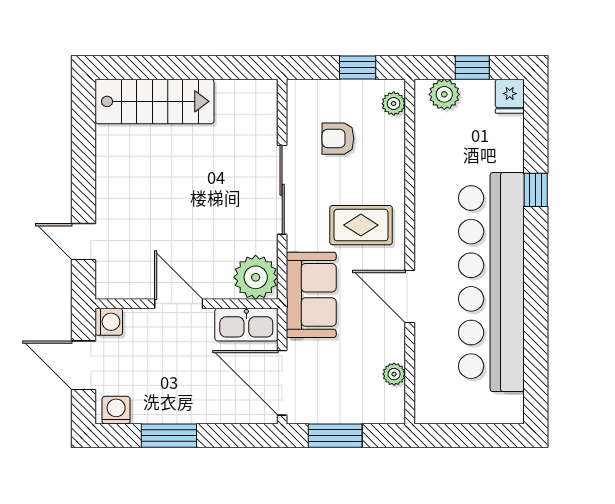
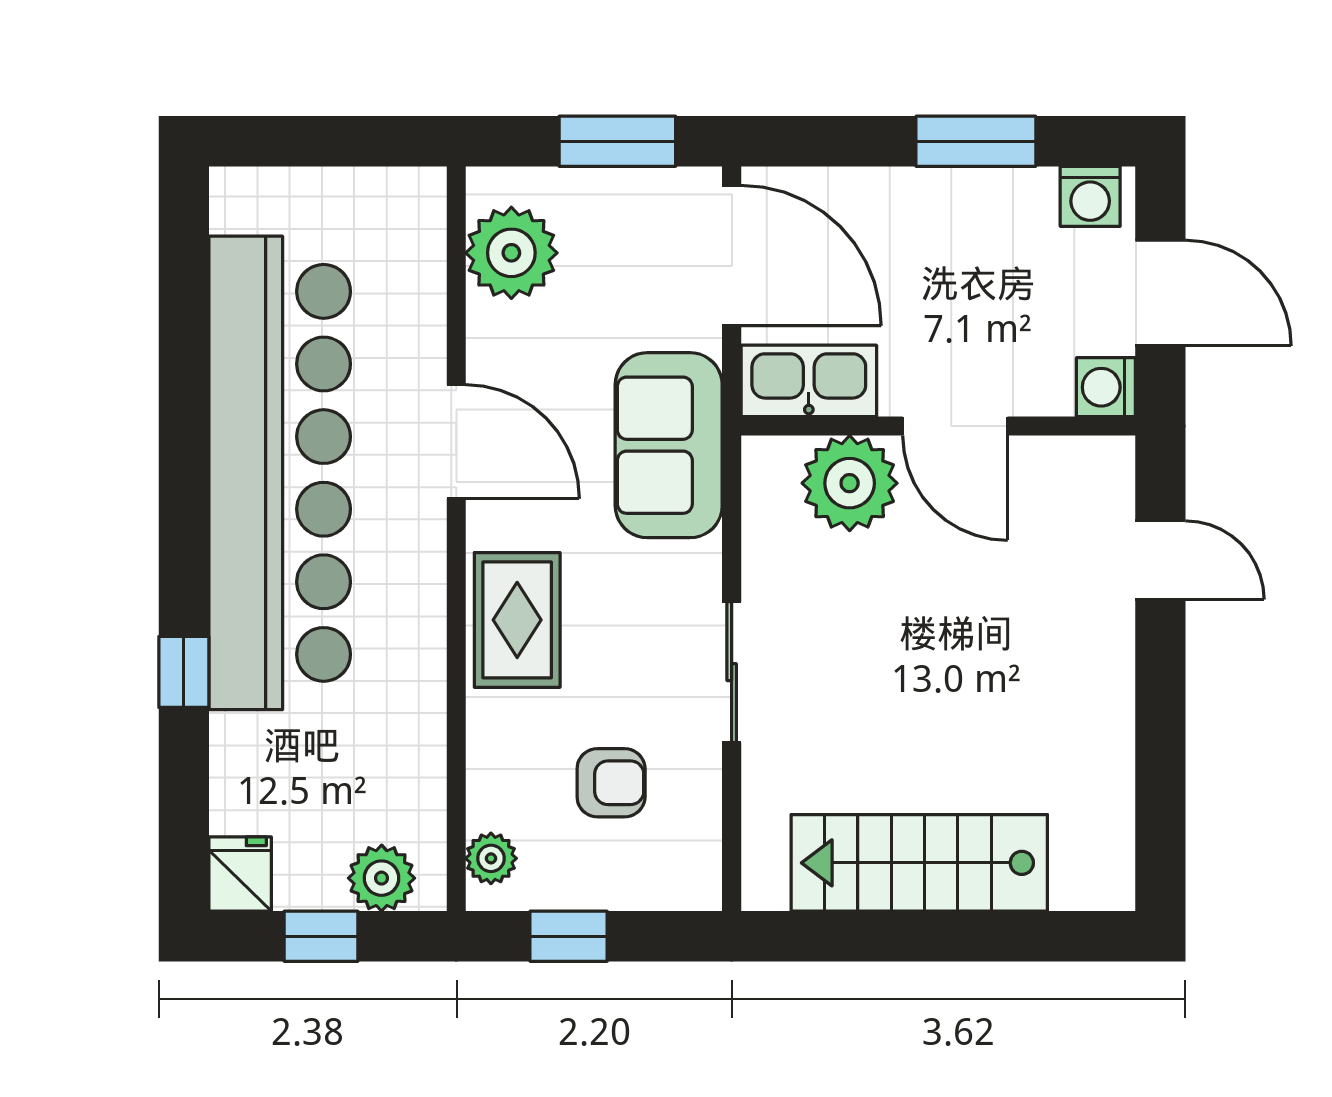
stairs: (154, 101) -> (919, 863), moved
sliding door: (282, 190) -> (732, 672), width x0.73
rug: (361, 225) -> (517, 620), moved, turned 90
plant: (256, 277) -> (850, 483), moved
plant: (394, 374) -> (511, 253), width x1.87, depth x1.87

